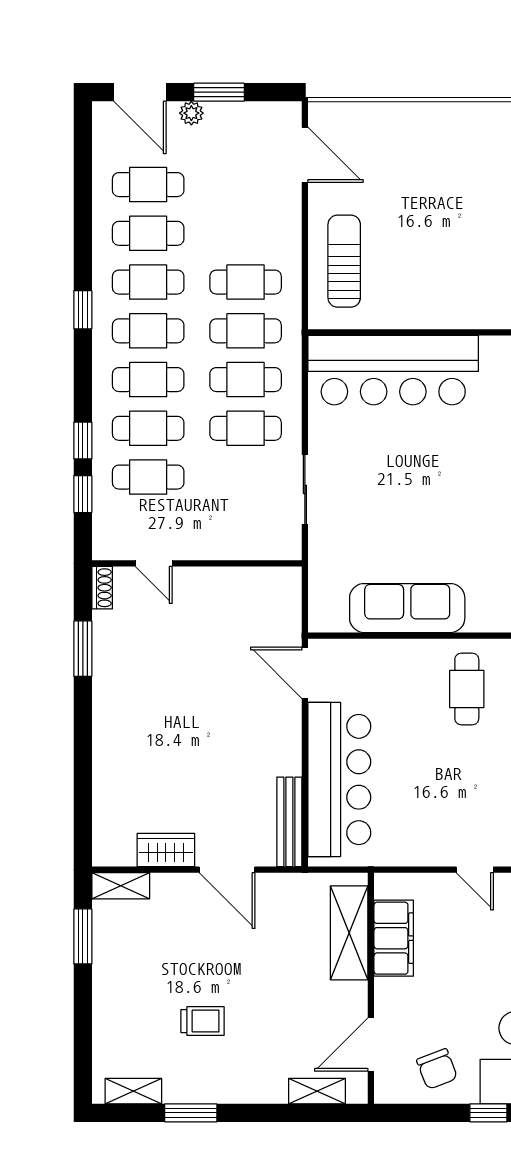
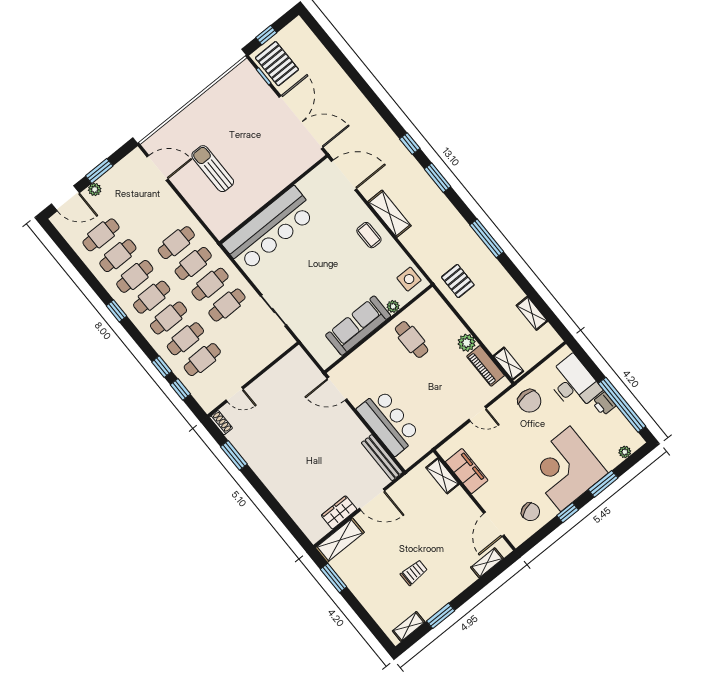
sun lounger: (344, 261) -> (213, 169), moved
plant: (479, 621) -> (393, 306), added
bar counter: (339, 779) -> (389, 422), width x0.73
shelving: (121, 886) -> (340, 540), width x1.50, depth x1.33
shelving: (349, 933) -> (442, 476), width x0.67, depth x0.75

